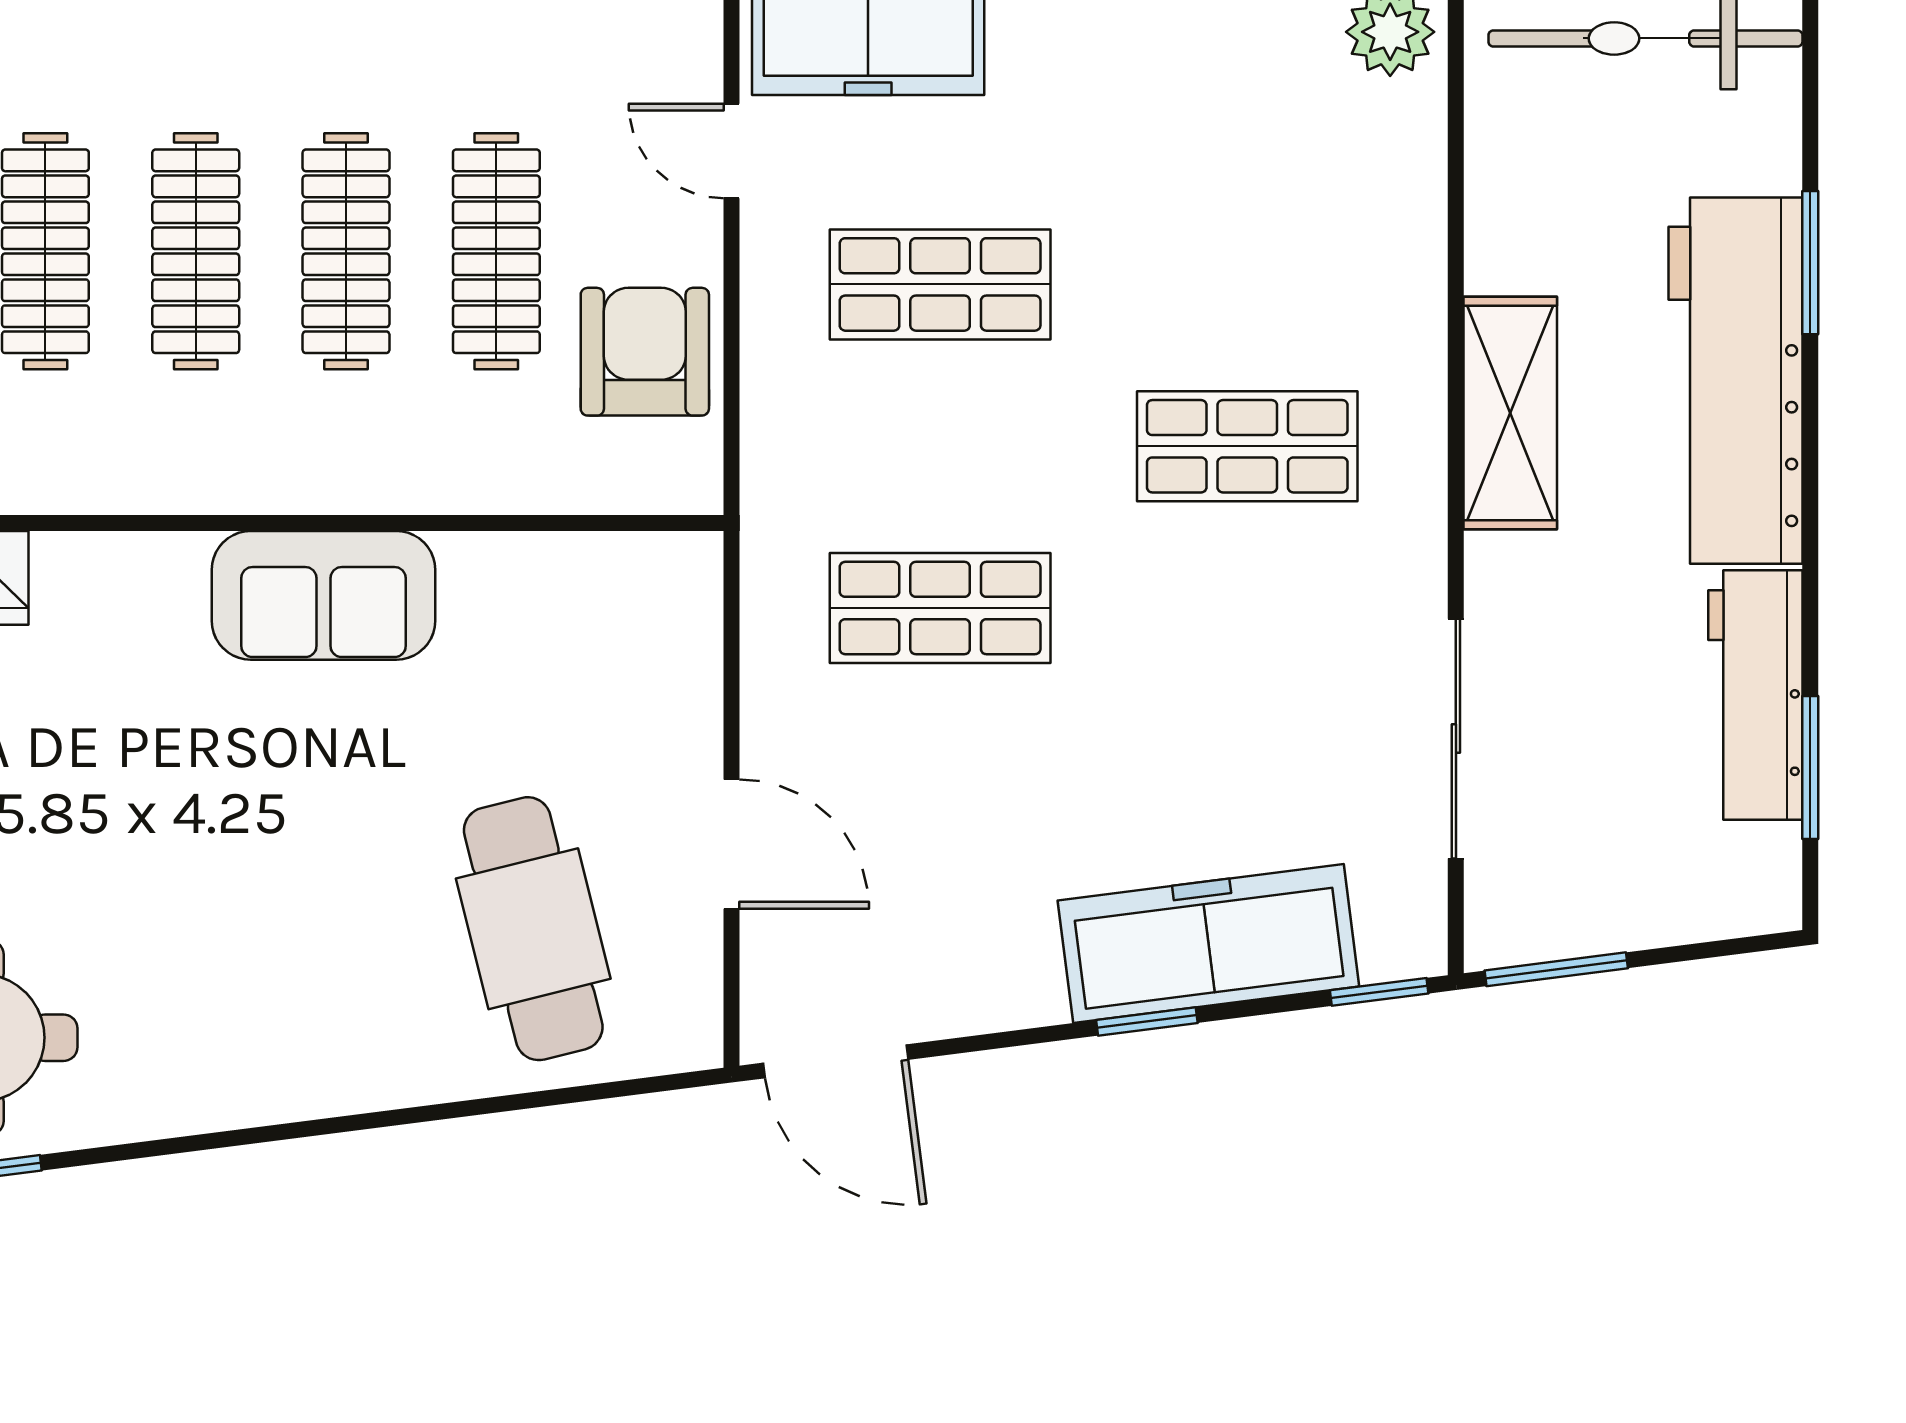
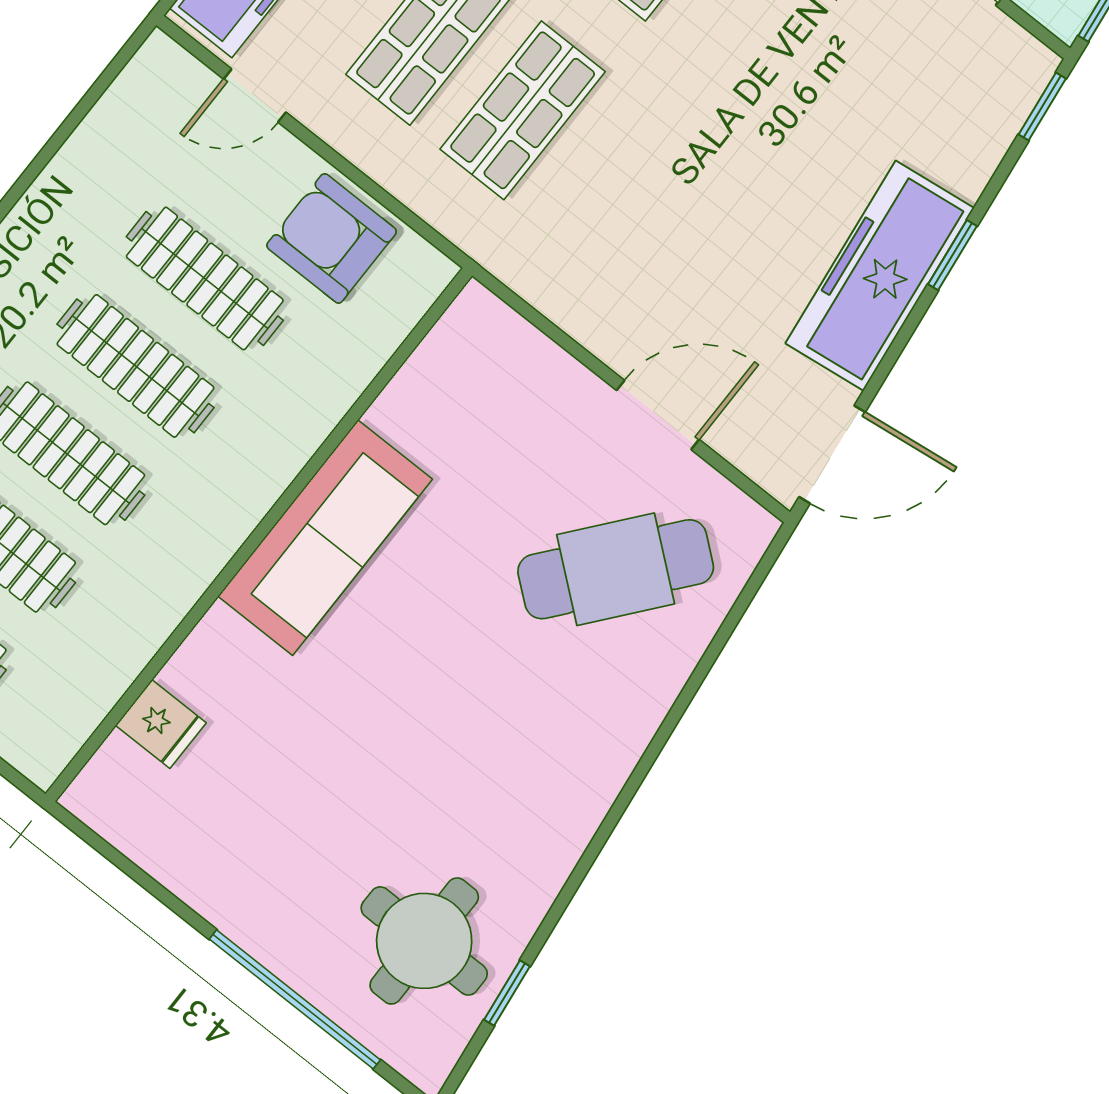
sofa: (324, 595) -> (325, 538), width x1.36
shop shelf: (940, 608) -> (523, 110), moved
cafe table: (533, 929) -> (616, 569), turned -37
freezer: (1208, 943) -> (880, 276), moved

